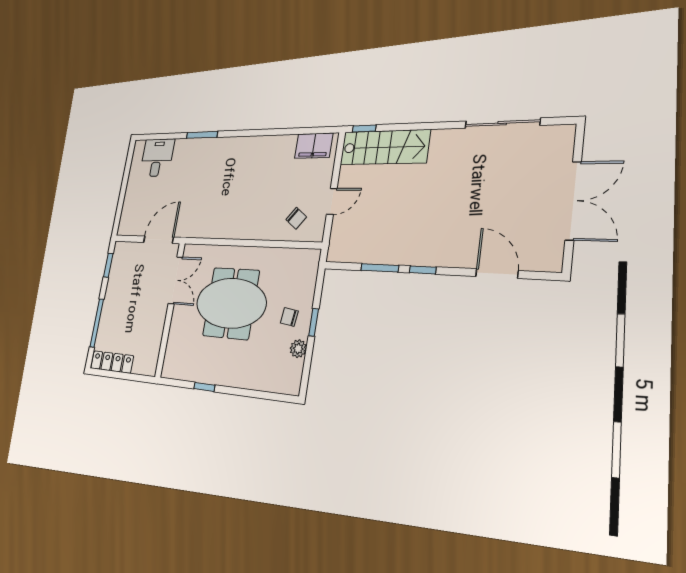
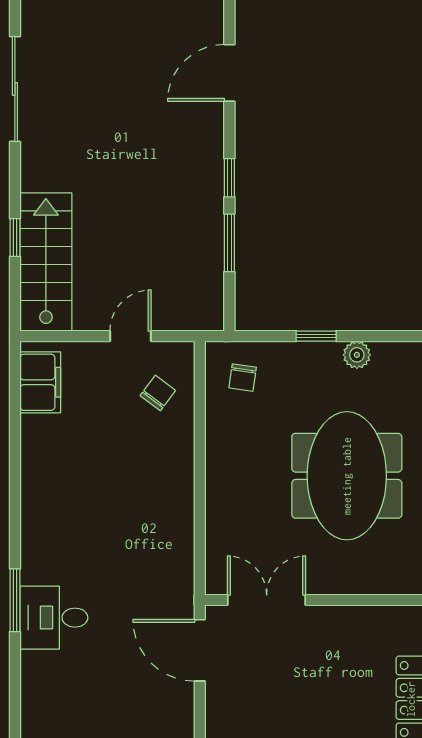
window: (364, 129) -> (15, 237), moved
desk: (157, 158) -> (54, 618), moved
door: (332, 201) -> (130, 336), hinge flipped
meeting table: (231, 303) -> (347, 476), moved
chair: (289, 317) -> (243, 378), moved

